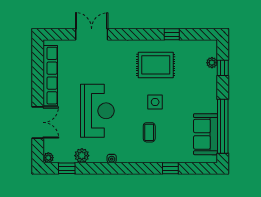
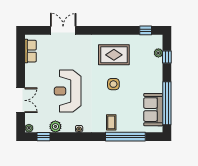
window: (172, 34) -> (146, 30), moved
row of seats: (50, 76) -> (30, 51), width x0.50
reception desk: (97, 111) -> (68, 91), turned 180
coffee table: (149, 132) -> (111, 122), moved
window: (170, 168) -> (125, 137), width x3.17

